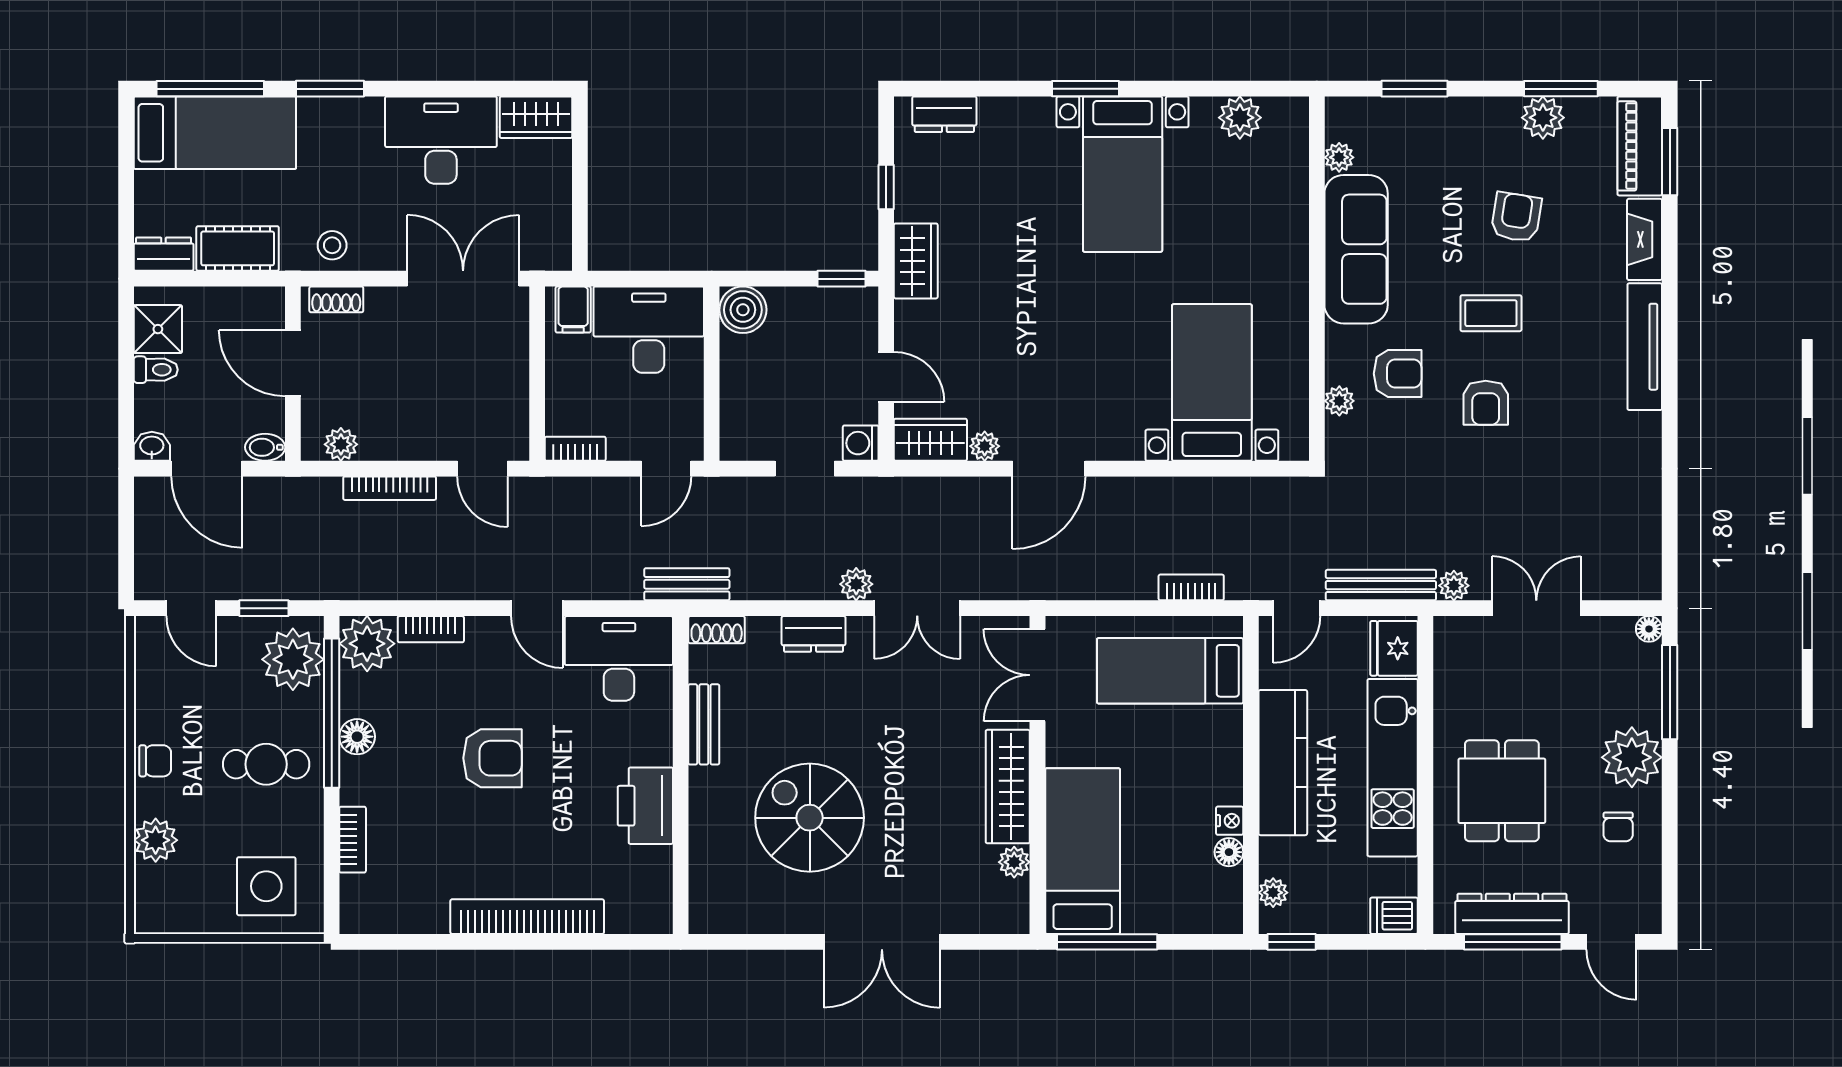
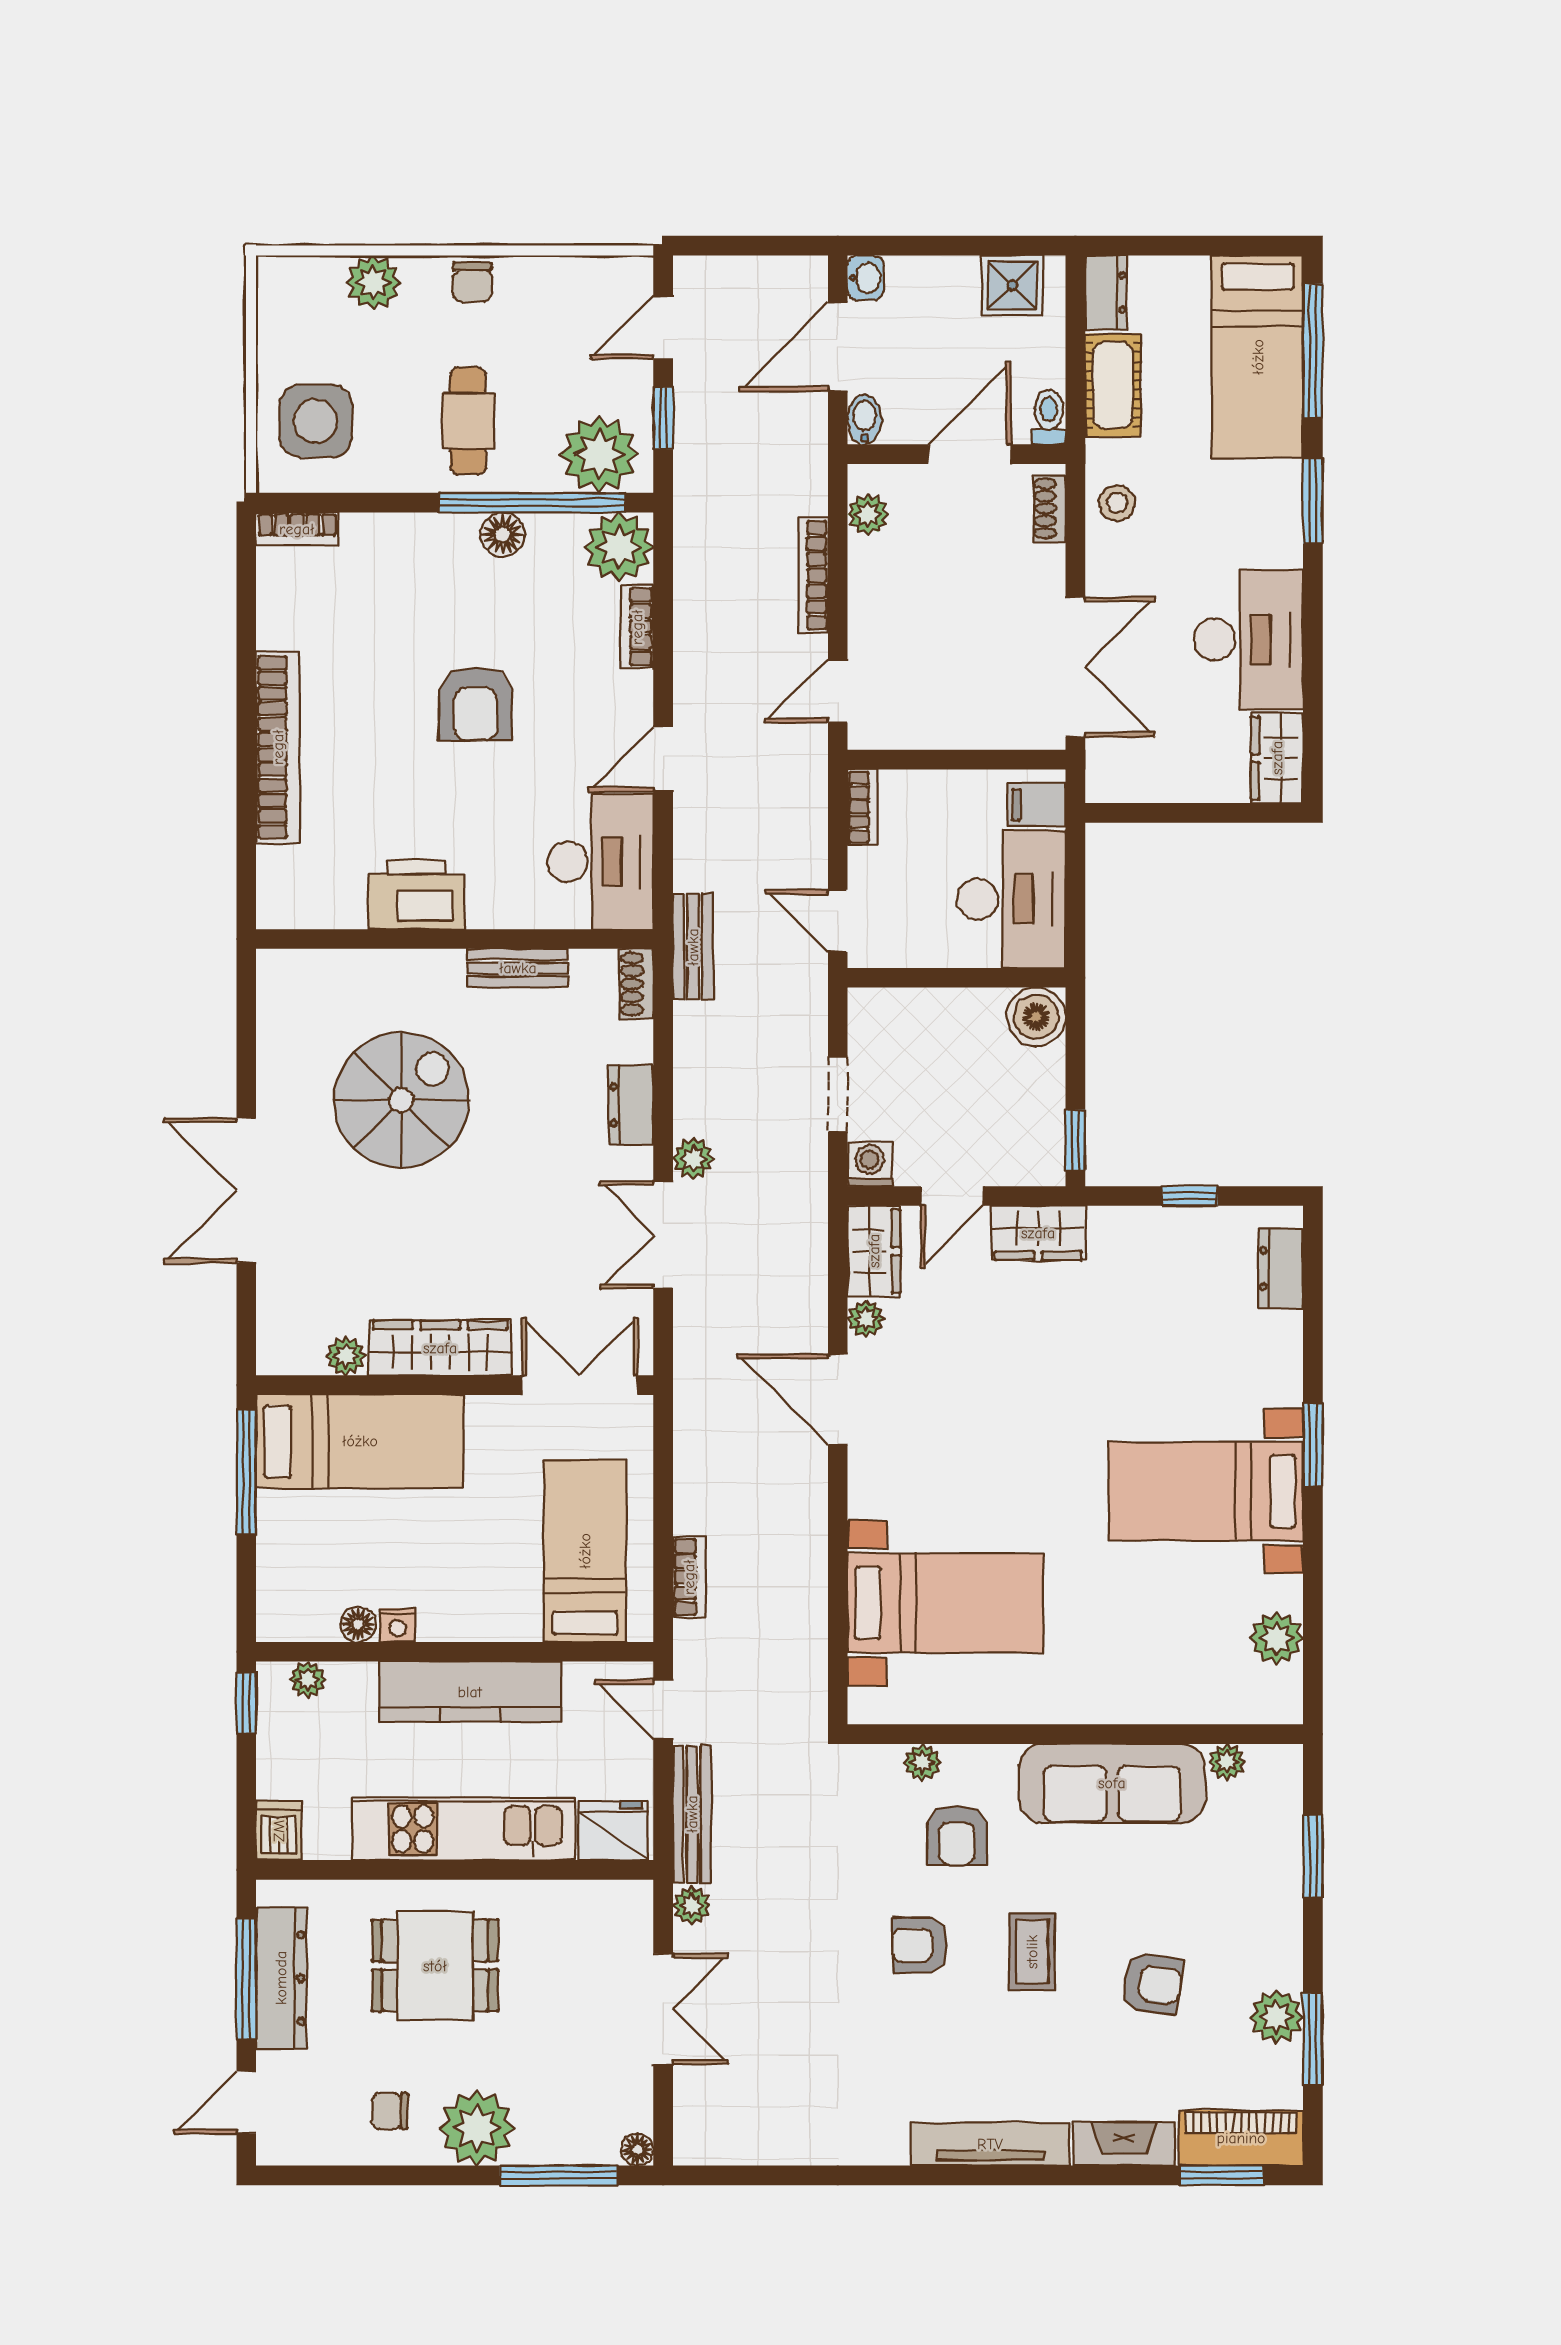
wardrobe: (916, 261) -> (1038, 1233), moved
toilet: (156, 370) -> (1049, 417), moved, turned 180
bookcase: (353, 840) -> (297, 529), moved

